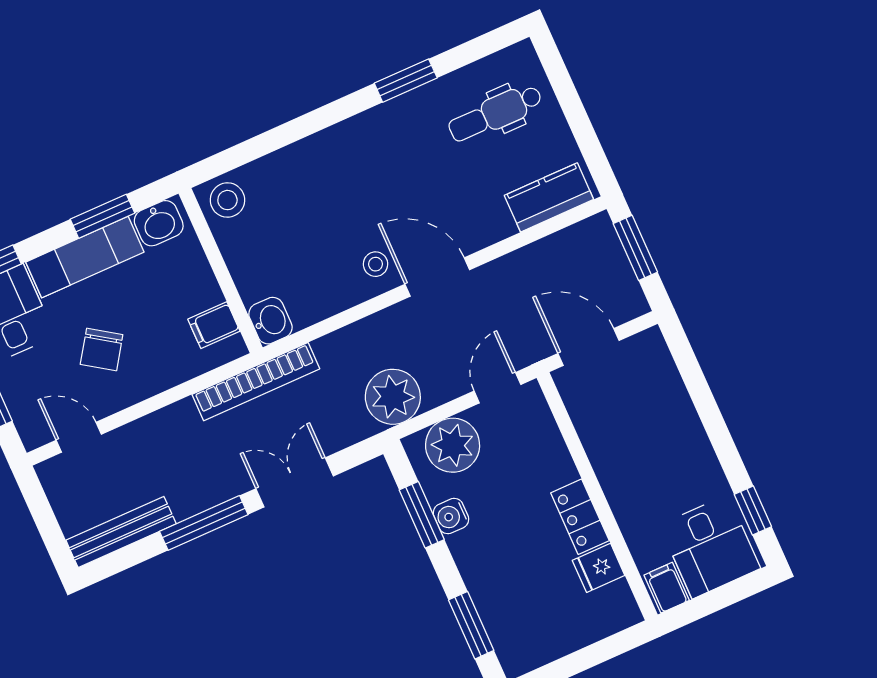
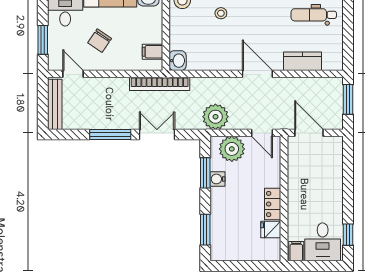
kitchen counter: (549, 197) -> (302, 61), moved
stool: (376, 264) -> (221, 13), moved
door: (497, 388) -> (262, 133), swing flipped
bench: (121, 532) -> (55, 104), moved, turned 90

